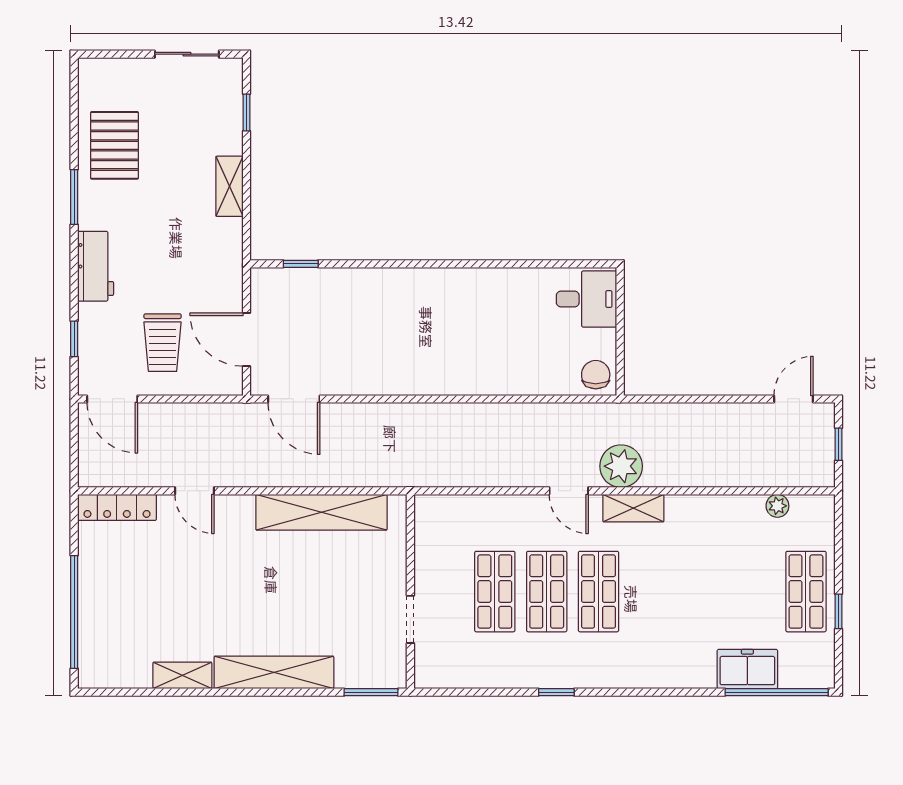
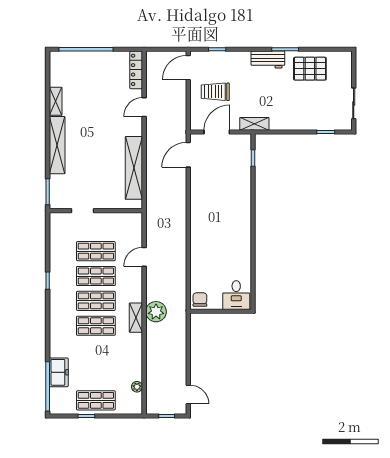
shelving: (230, 186) -> (254, 124), moved
workbench: (96, 266) -> (268, 60), moved
chair: (596, 375) -> (200, 300), turned -90
door: (569, 491) -> (144, 257), moved
shop shelf: (650, 592) -> (96, 326), added

